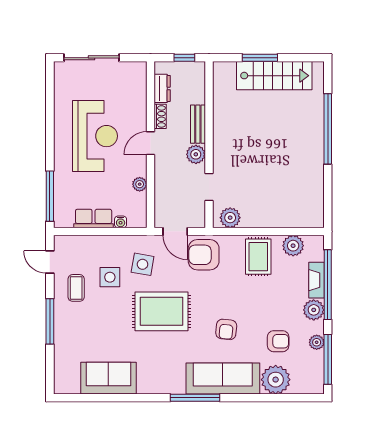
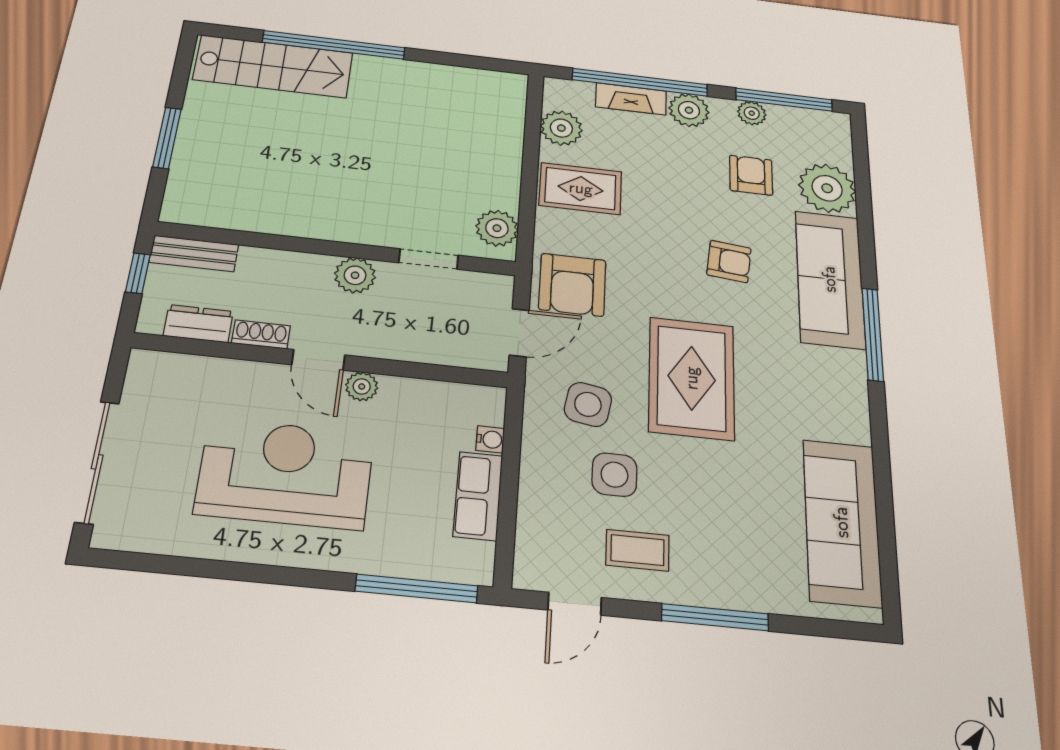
stairs: (274, 76) -> (273, 66), moved, turned 90
bench: (198, 124) -> (194, 253), moved
plant: (140, 184) -> (362, 386), moved
sofa: (108, 378) -> (842, 522), width x1.36

